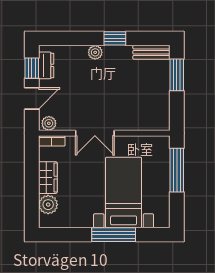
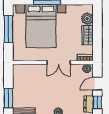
double door: (95, 133) -> (59, 62), swing flipped
window: (177, 170) -> (8, 29), moved
bed with nightstands: (124, 192) -> (41, 26), width x1.36

